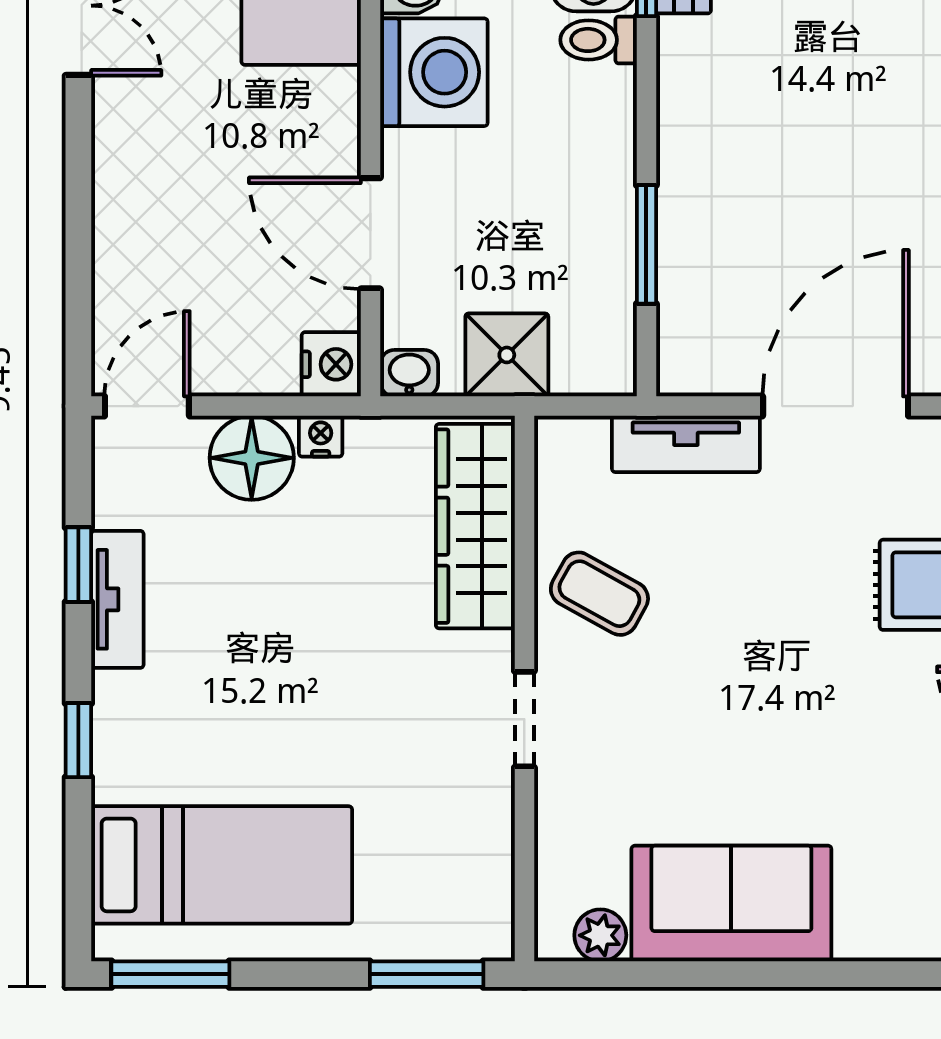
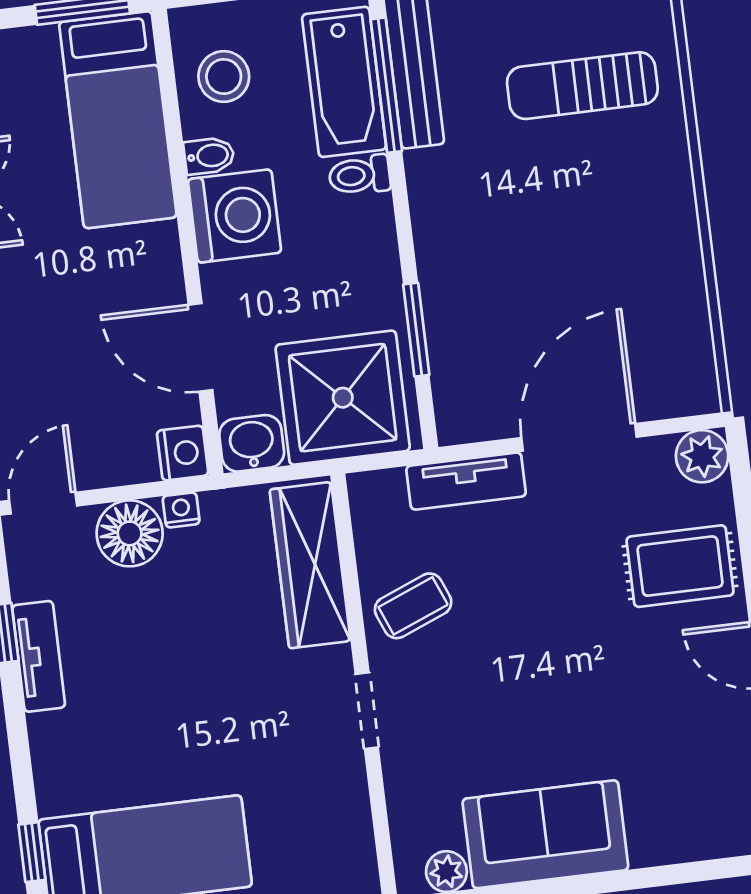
shower: (507, 355) -> (343, 398), width x1.86, depth x1.86
washbasin: (409, 373) -> (252, 443), width x1.38, depth x1.45
coffee table: (599, 594) -> (413, 606), turned -51
window: (78, 740) -> (32, 852), moved

